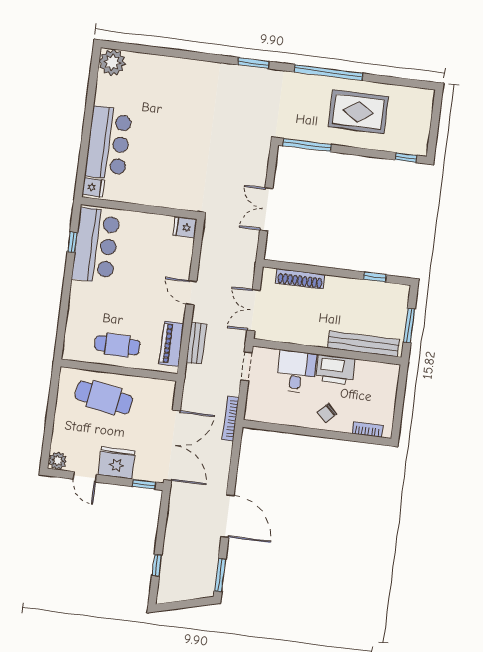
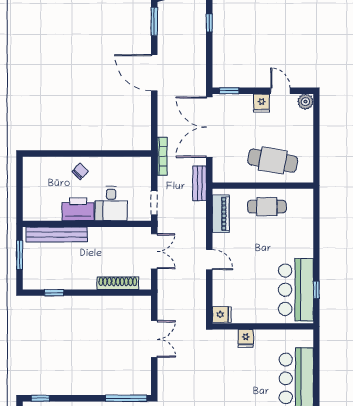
fridge: (93, 187) -> (246, 338), moved, turned -90
bench: (196, 343) -> (200, 183), moved
bookcase: (368, 430) -> (44, 162), removed
fridge: (117, 463) -> (262, 103), width x0.53, depth x0.75

